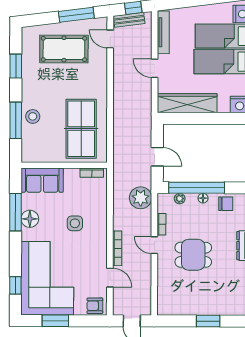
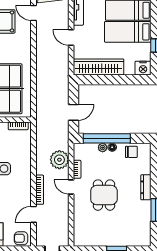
door: (157, 157) -> (73, 112), hinge flipped
plant: (141, 198) -> (59, 160), moved
plant: (180, 199) -> (103, 148), moved
dining table: (193, 255) -> (104, 195), turned 90
door: (110, 278) -> (34, 214), swing flipped

